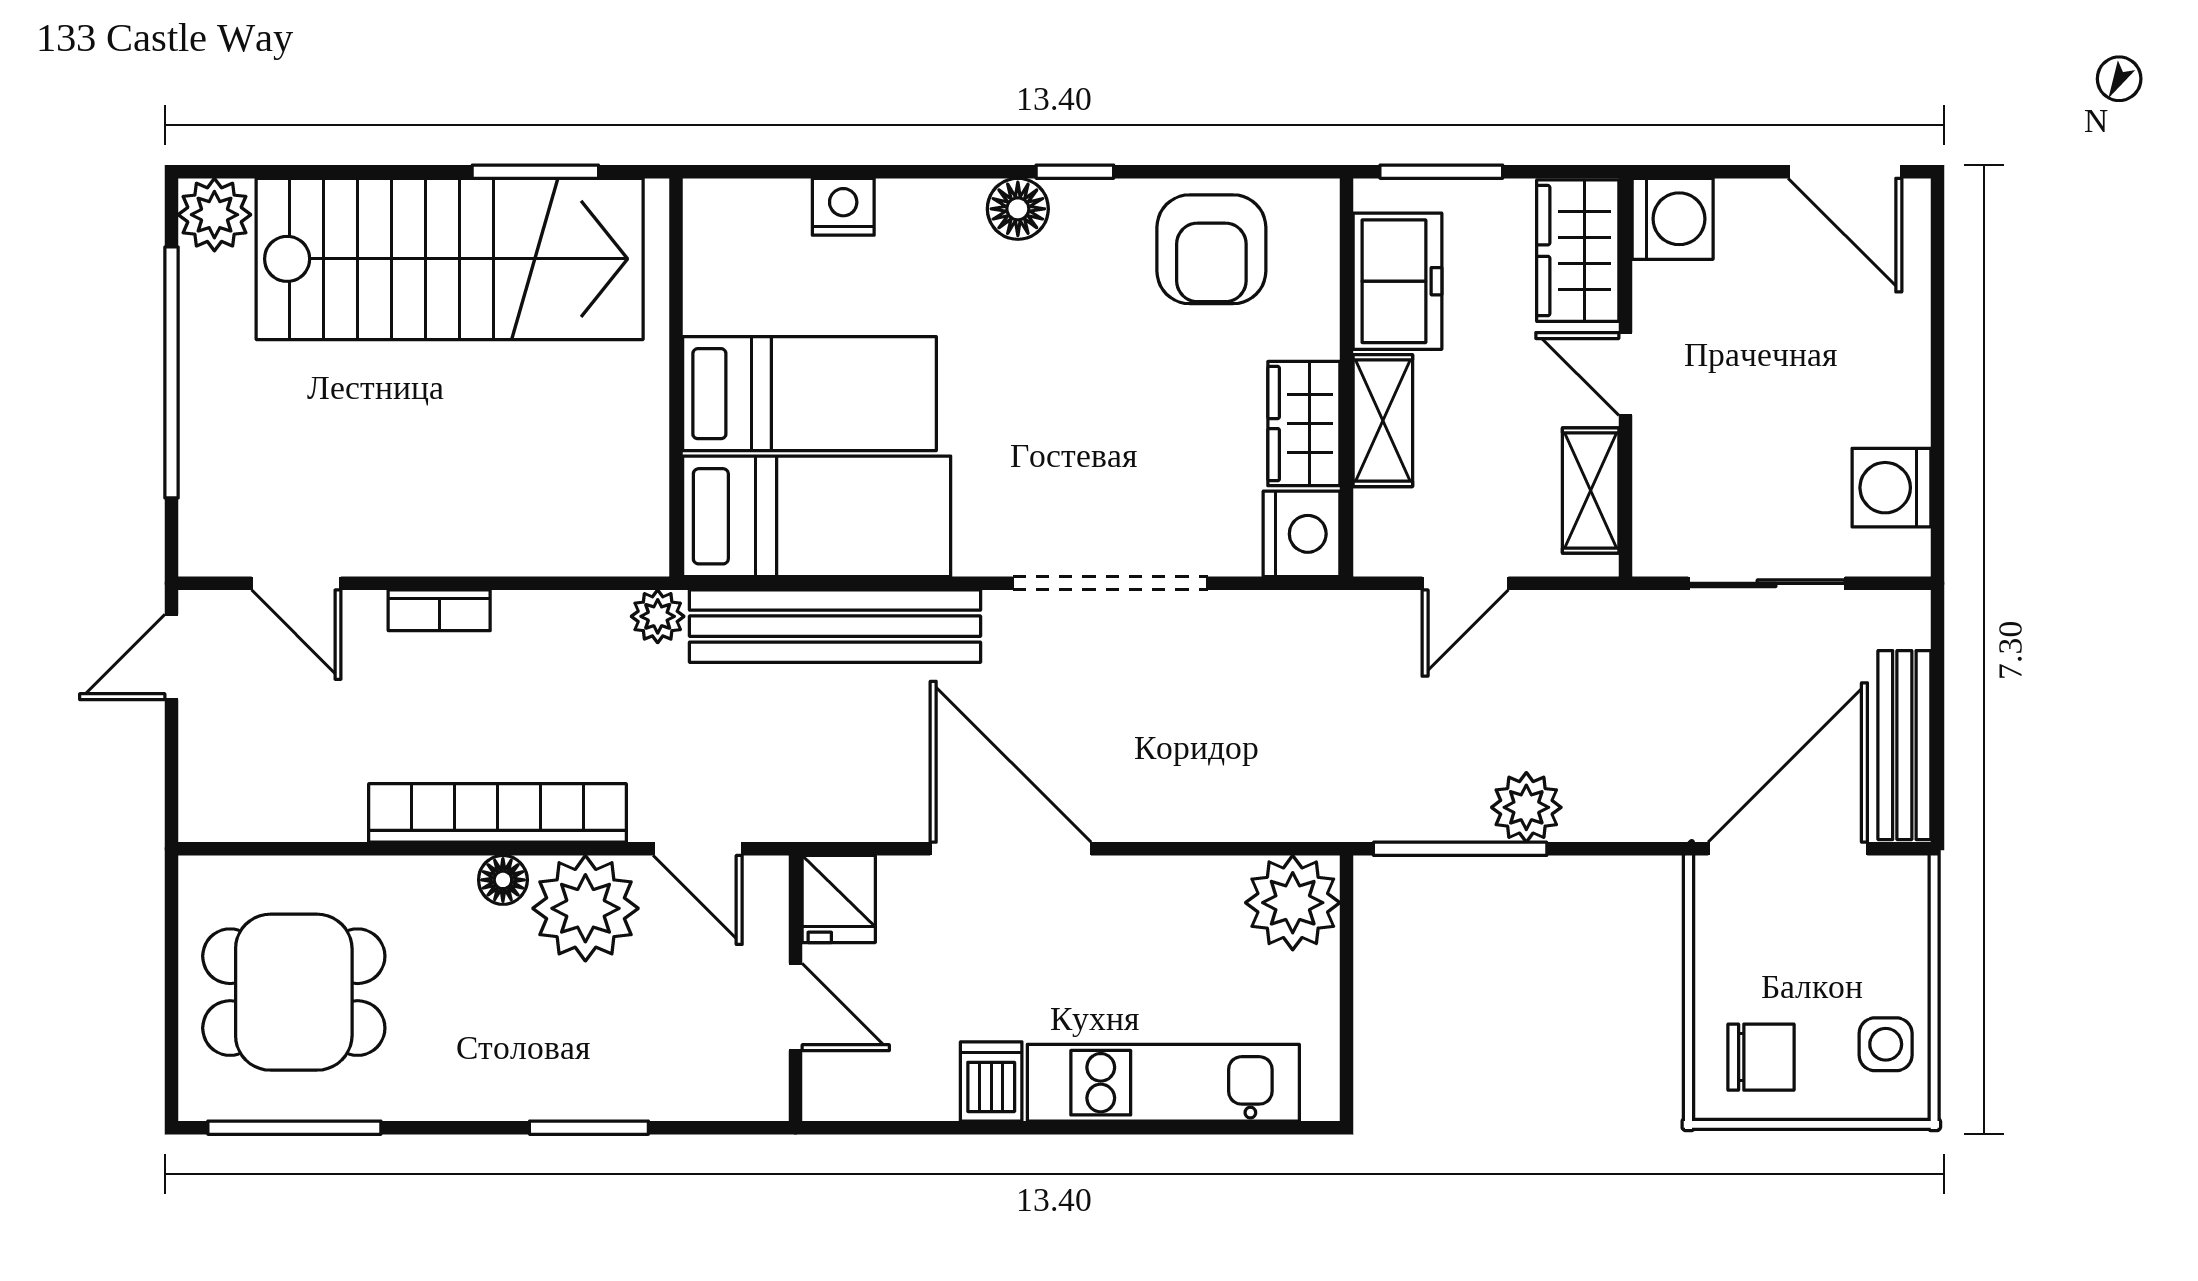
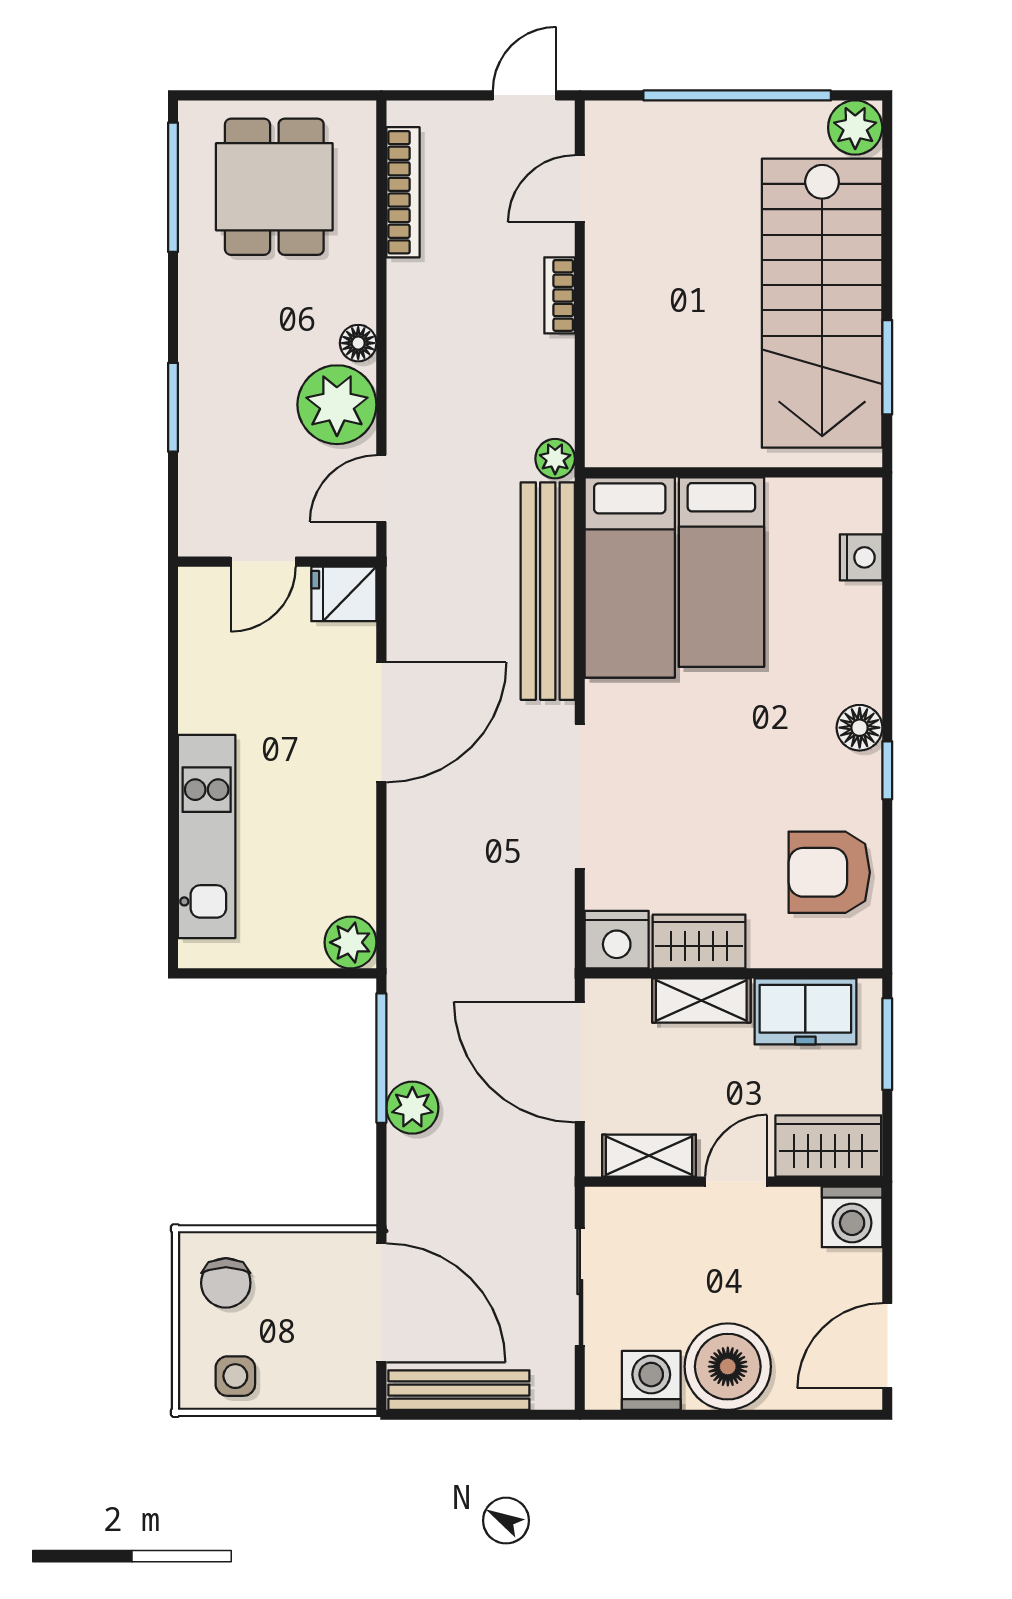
nightstand: (843, 207) -> (861, 557), moved
boiler: (1873, 385) -> (728, 1367), added
door: (1465, 583) -> (580, 1062), width x1.88
door: (172, 657) -> (525, 95), hinge flipped
bookcase: (497, 813) -> (403, 192), moved, width x0.68, depth x0.76
plant: (1293, 903) -> (351, 942), width x0.73, depth x0.73
dishwasher: (991, 1081) -> (208, 708), removed

